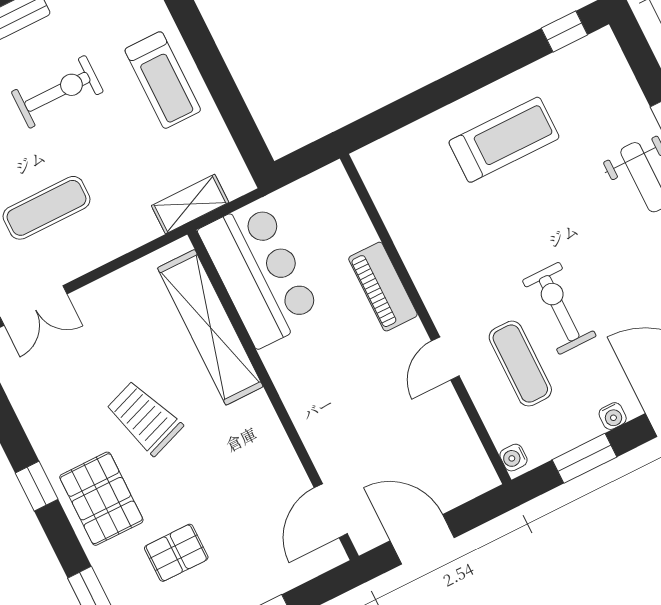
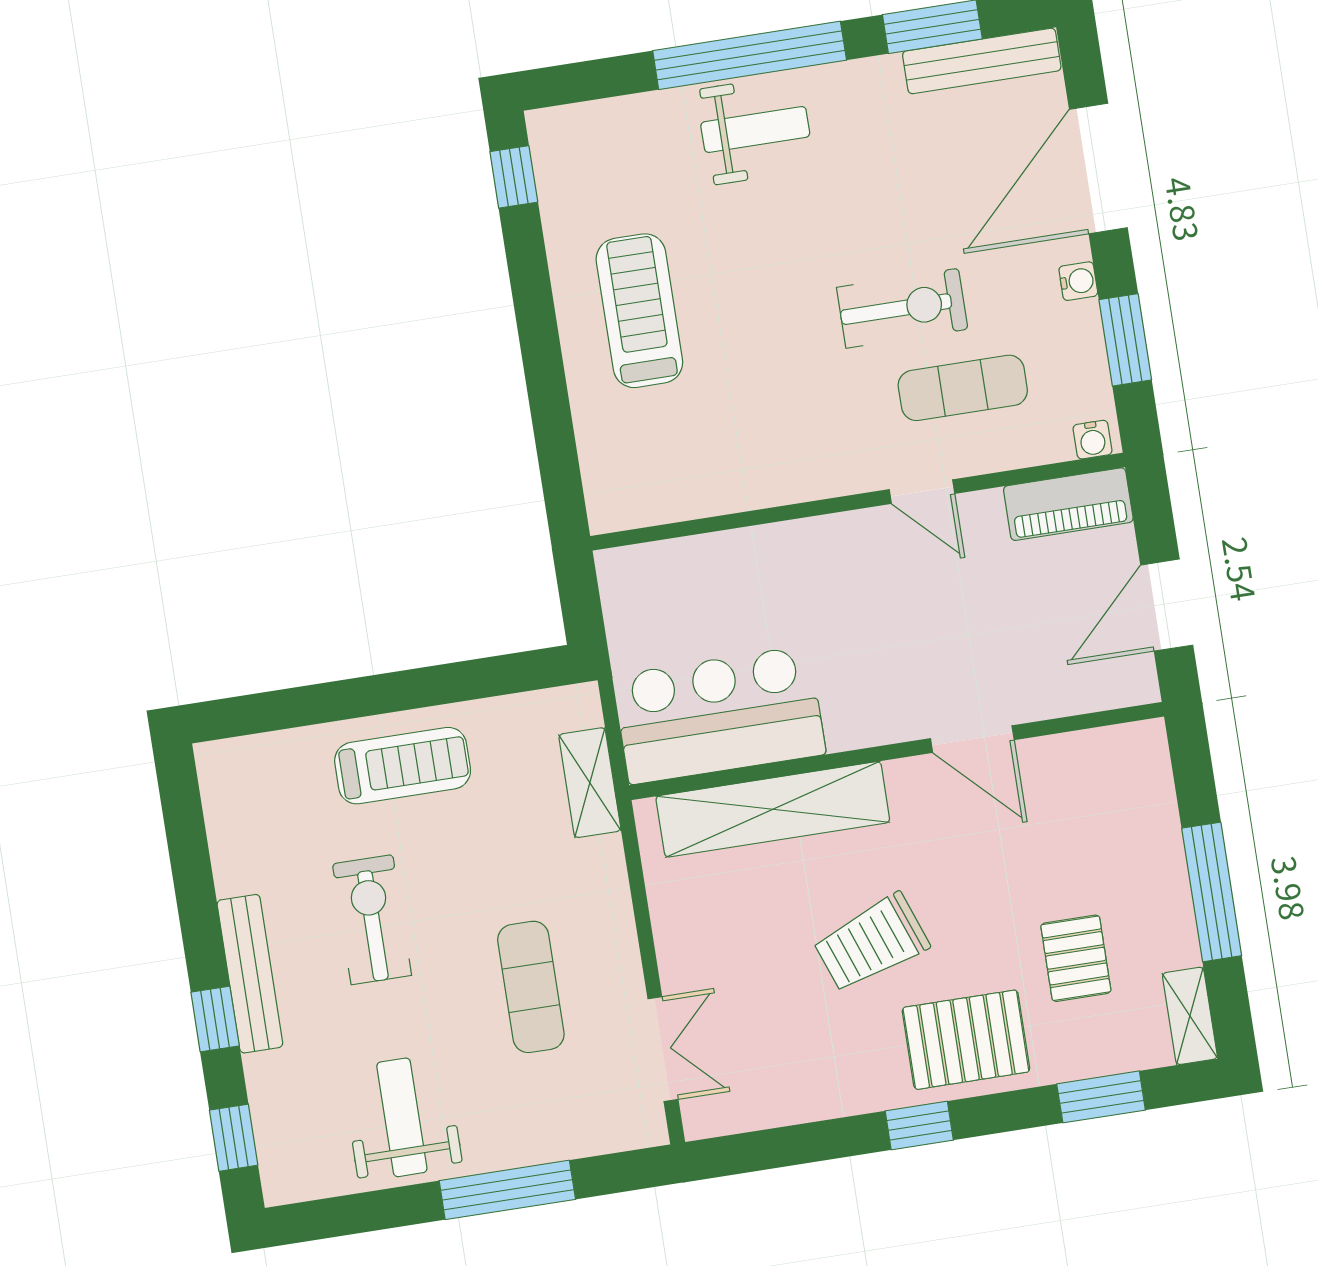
piano: (383, 287) -> (1068, 504), moved
exercise bike: (559, 308) -> (902, 308), turned 180
door: (331, 511) -> (972, 739), moved

